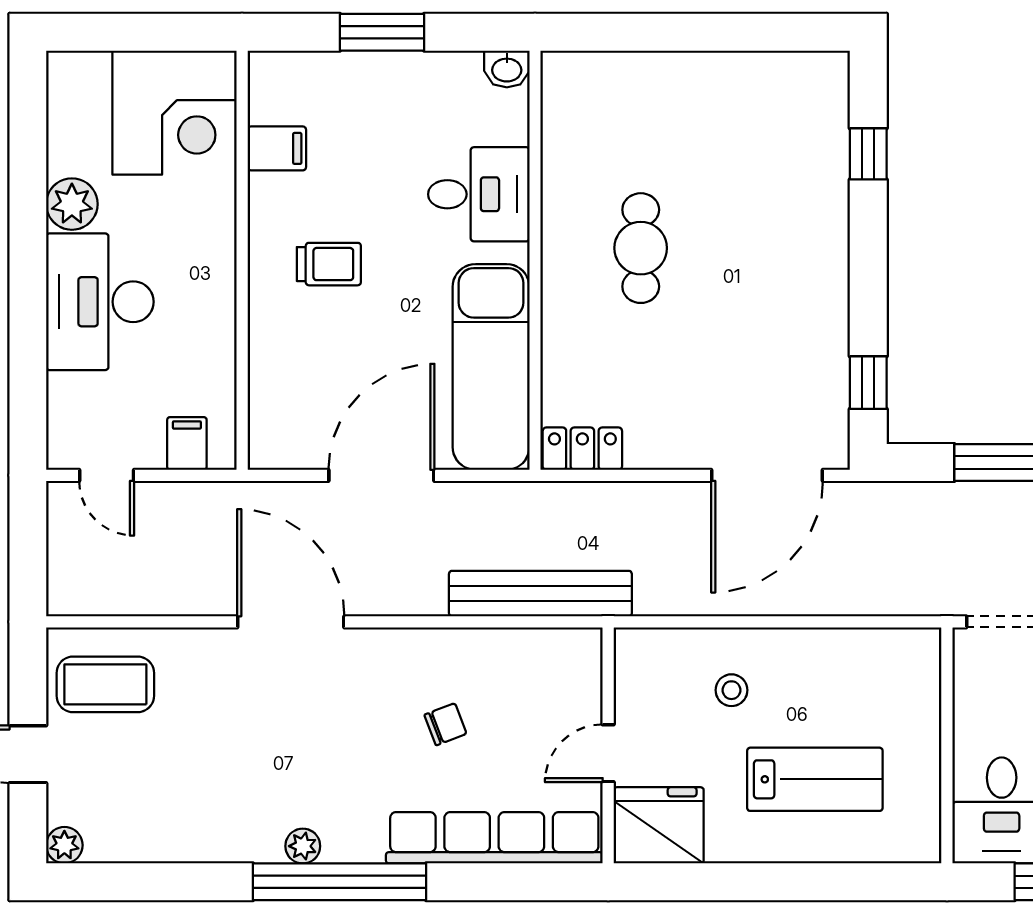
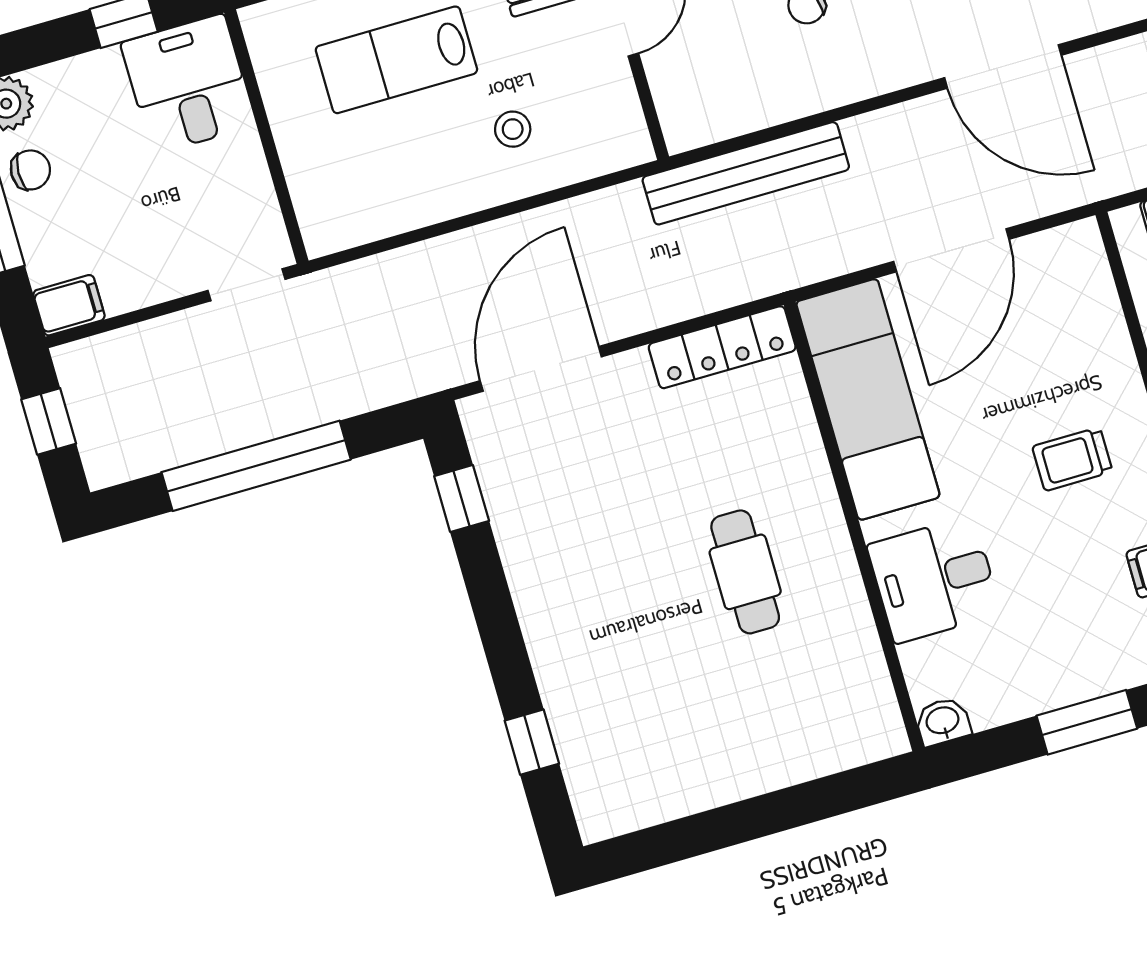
locker: (582, 449) -> (722, 347), width x1.53

